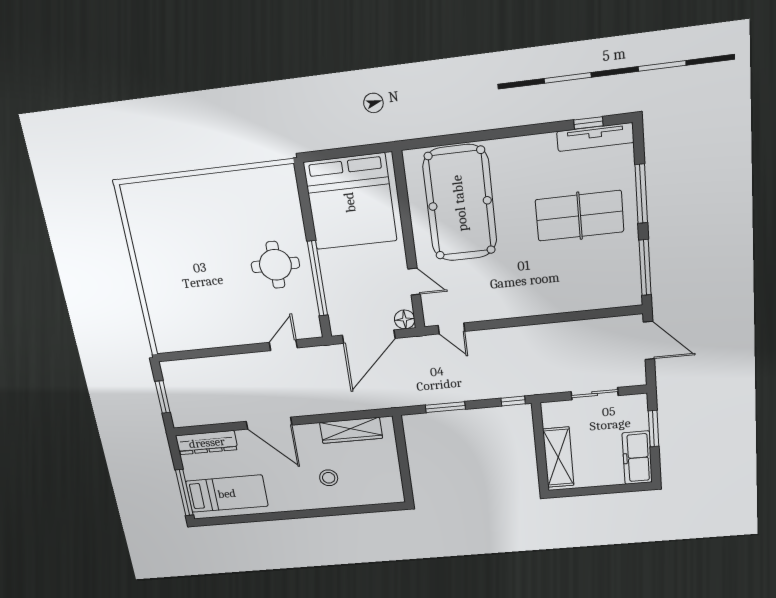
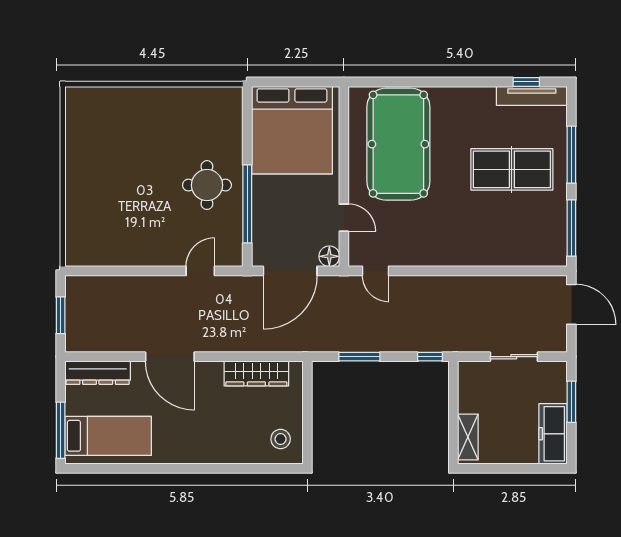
shelving: (558, 457) -> (468, 437), width x0.67, depth x0.75
stool: (329, 478) -> (281, 439), moved

